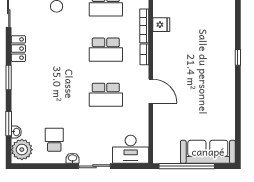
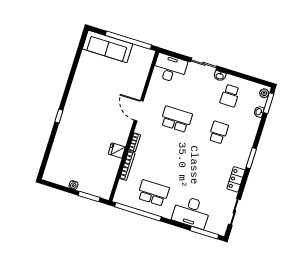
fridge: (161, 25) -> (117, 150), moved
school desk: (106, 50) -> (218, 132), moved, width x0.54
window: (9, 124) -> (268, 103), moved
plant: (22, 150) -> (264, 93), width x0.53, depth x0.53

